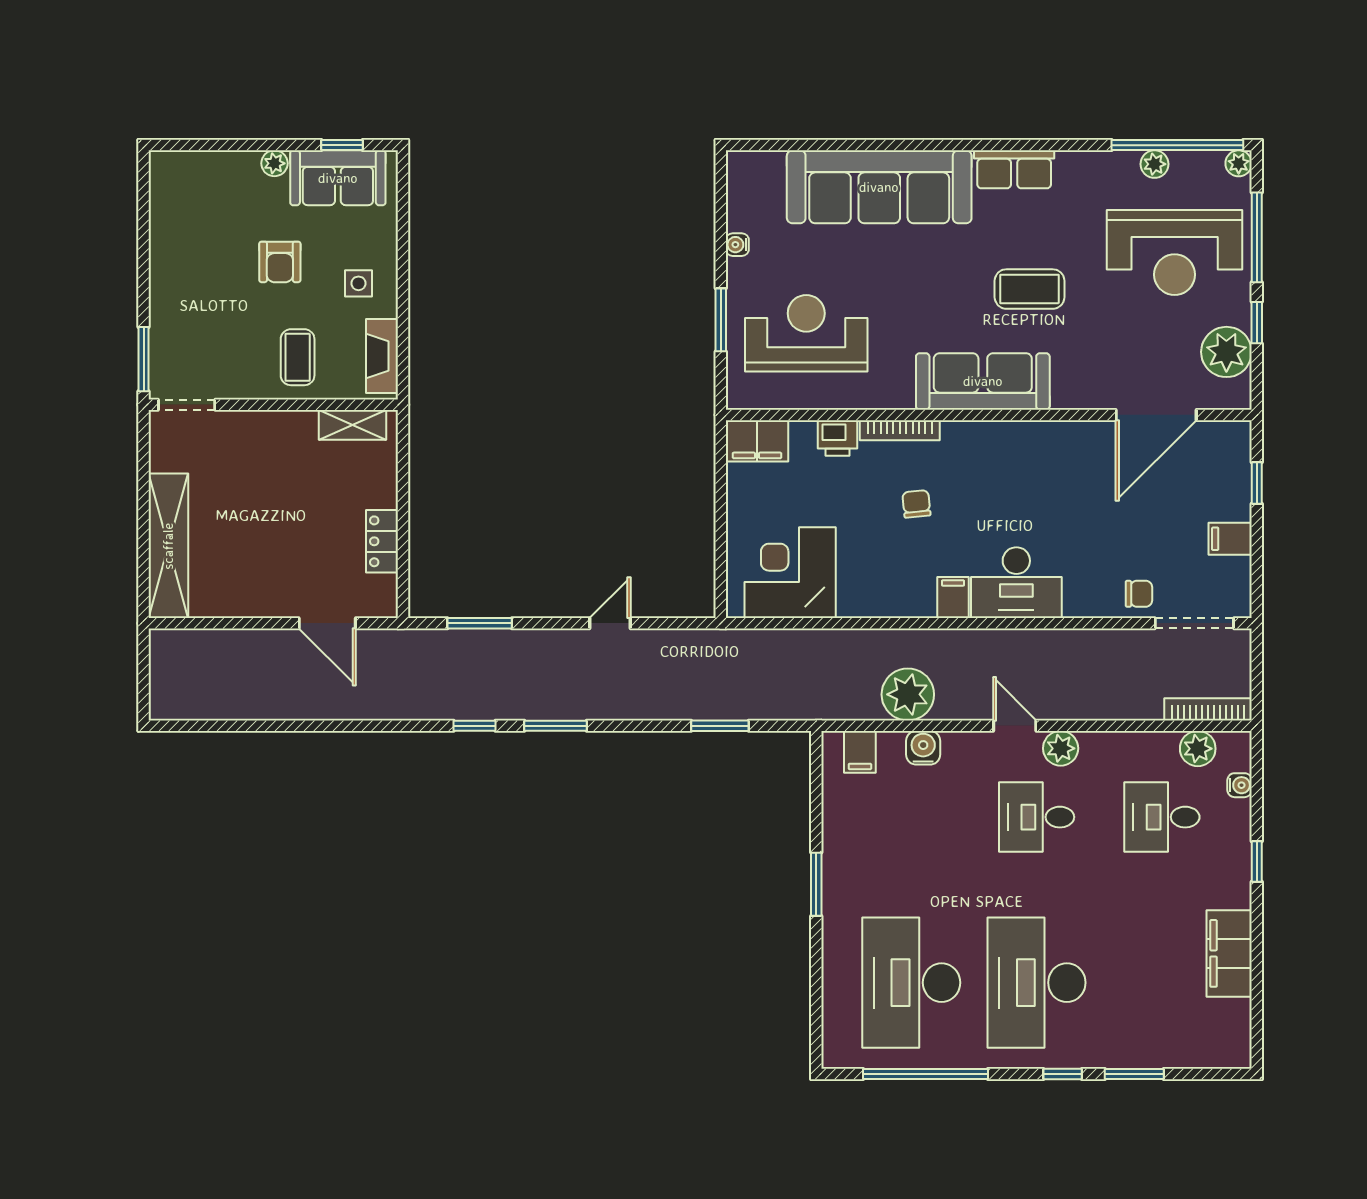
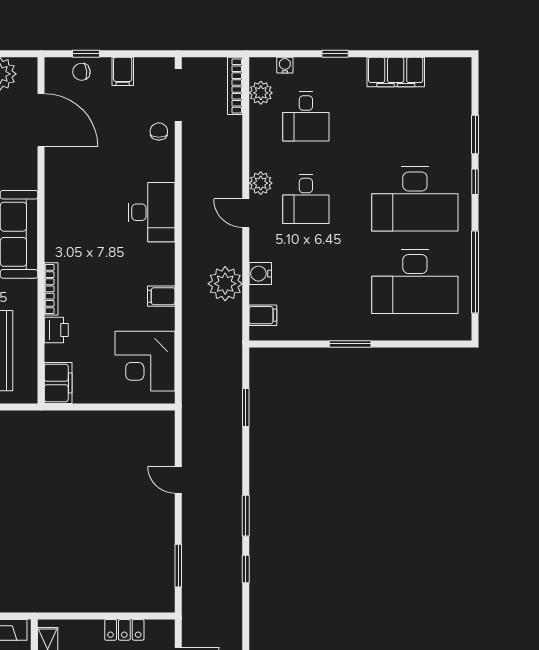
chair: (916, 504) -> (81, 72), moved
filing cabinet: (953, 597) -> (161, 296), moved
door: (1015, 726) -> (246, 213), hinge flipped

